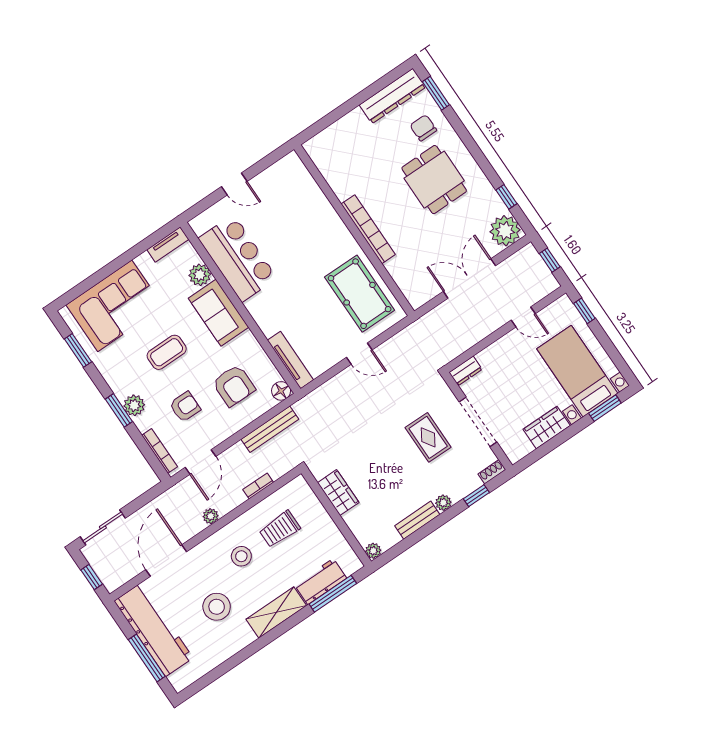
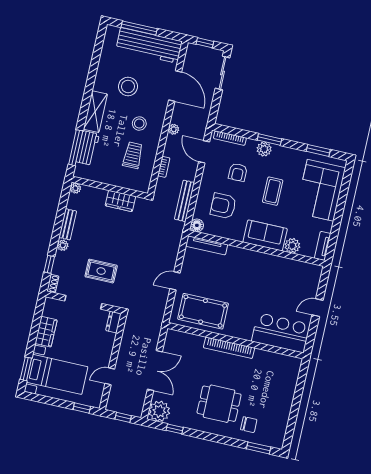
dresser: (392, 96) -> (279, 426), removed
bar counter: (238, 258) -> (281, 333), moved, turned 180

